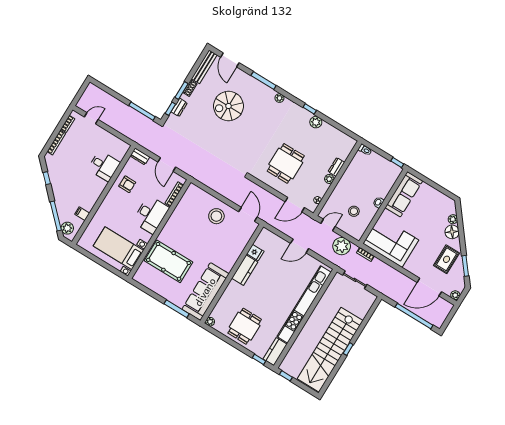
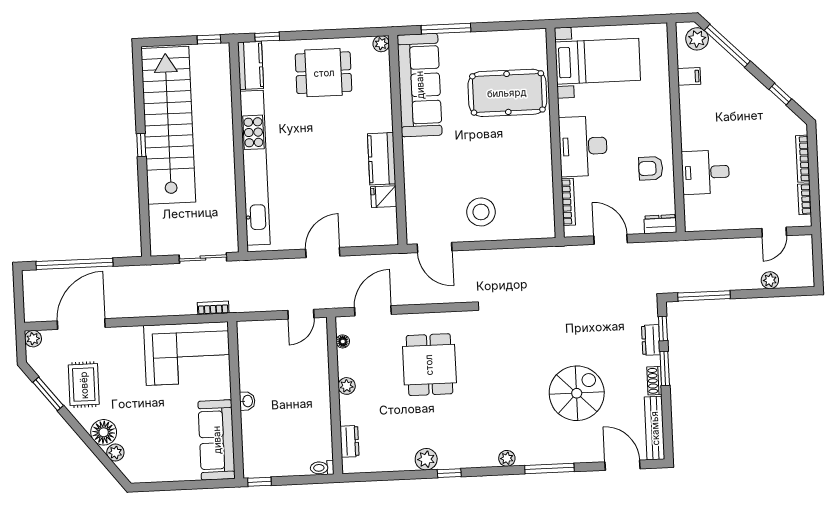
dresser: (336, 167) -> (349, 441), moved
stool: (354, 211) -> (276, 362), removed
plant: (342, 246) -> (770, 280), moved, width x0.53, depth x0.53
dining table: (245, 326) -> (324, 73), turned 90

